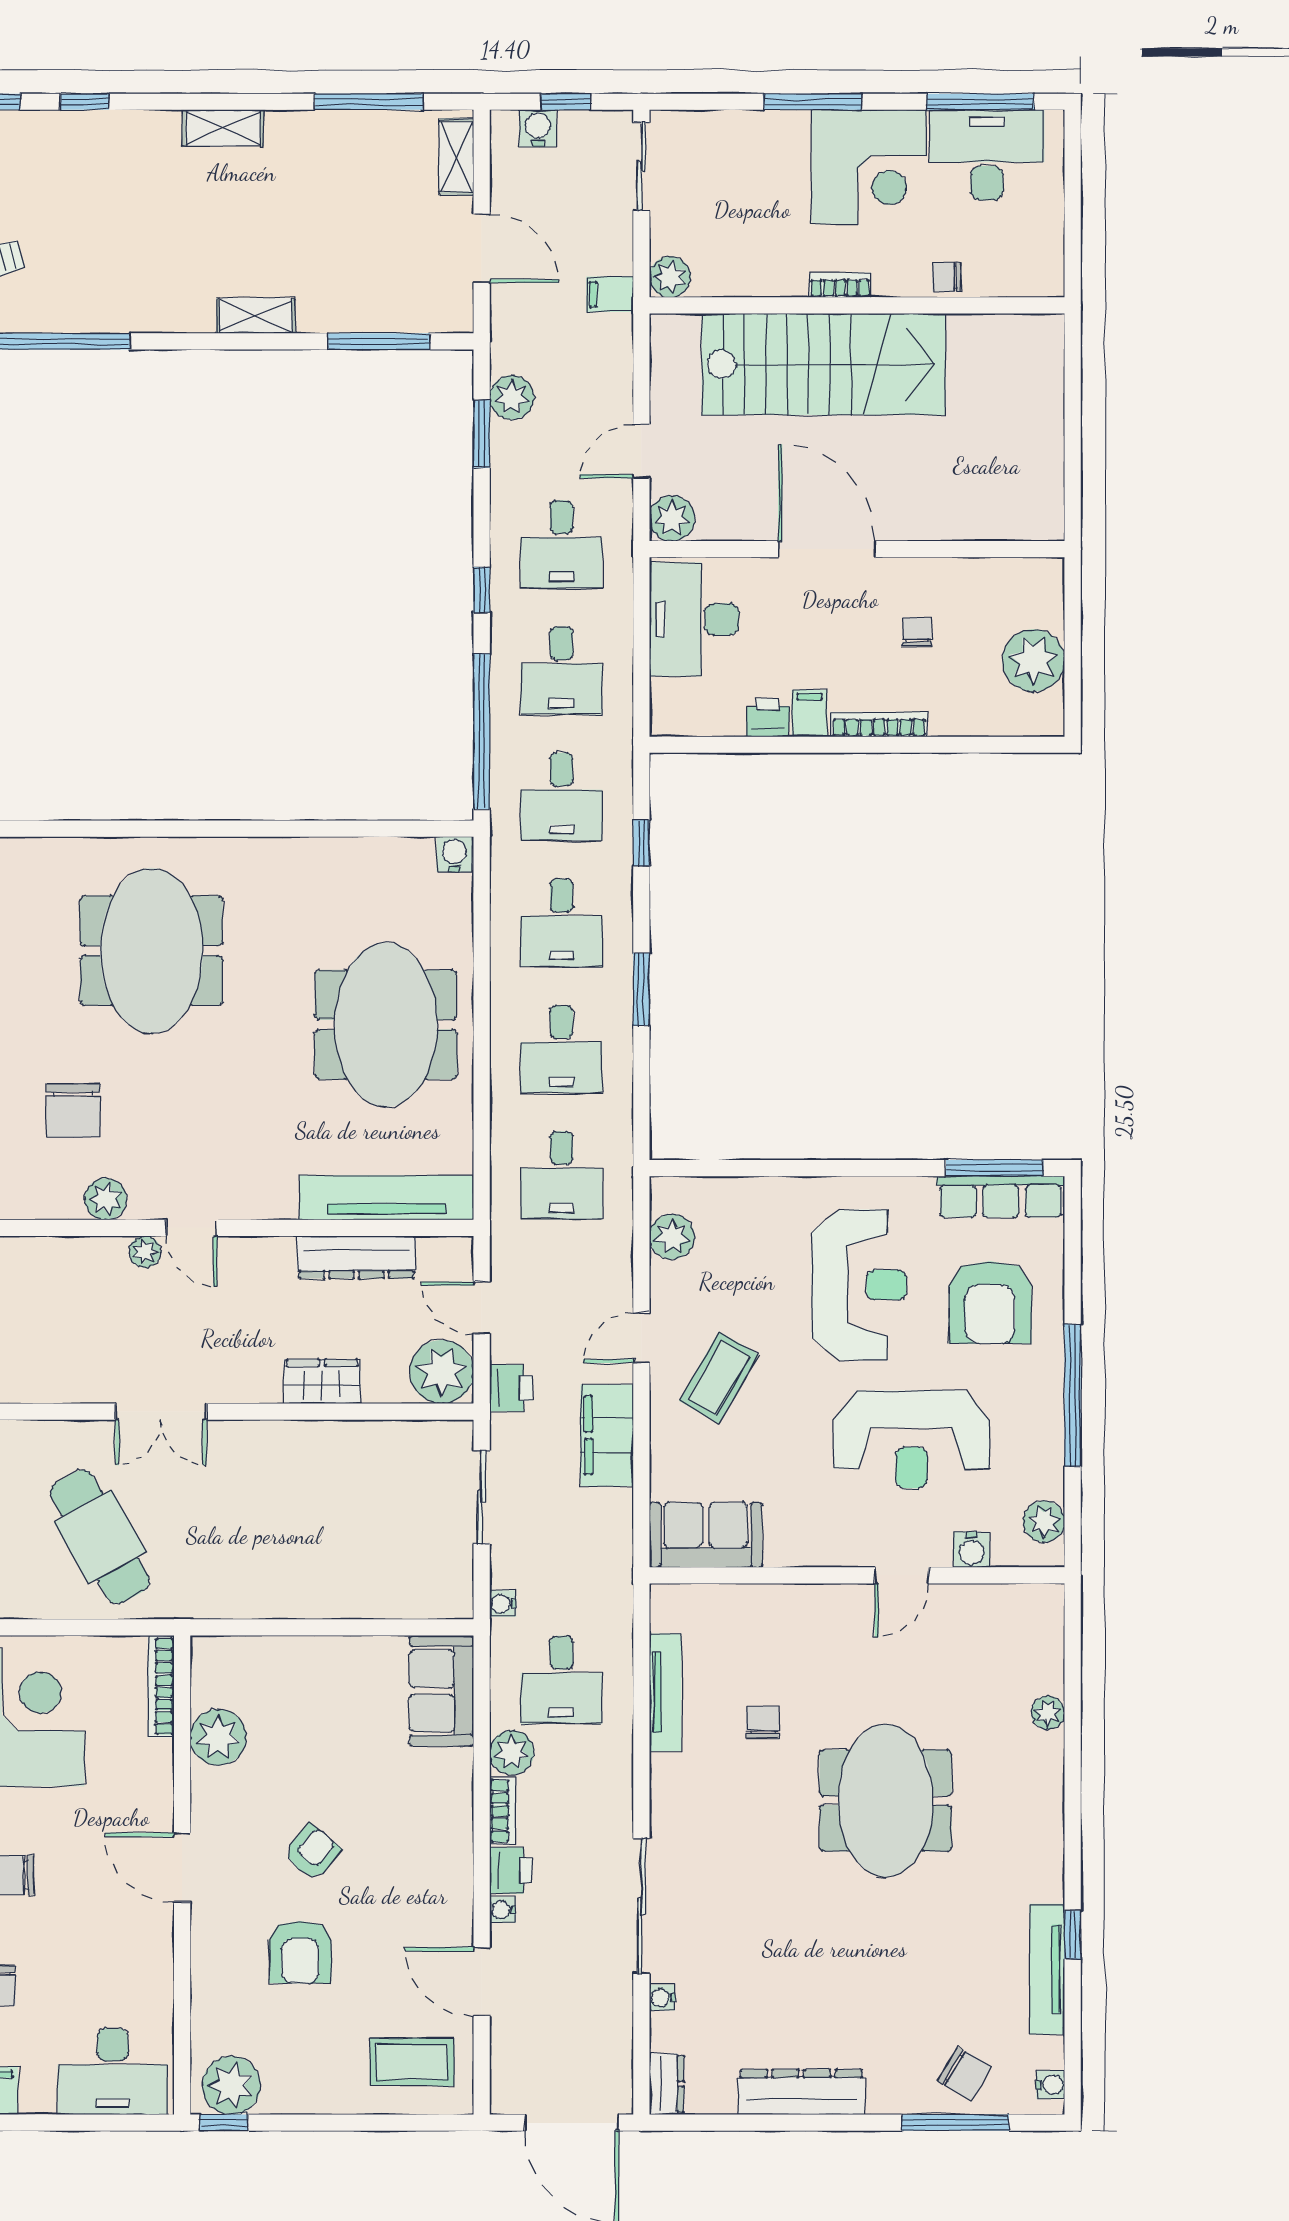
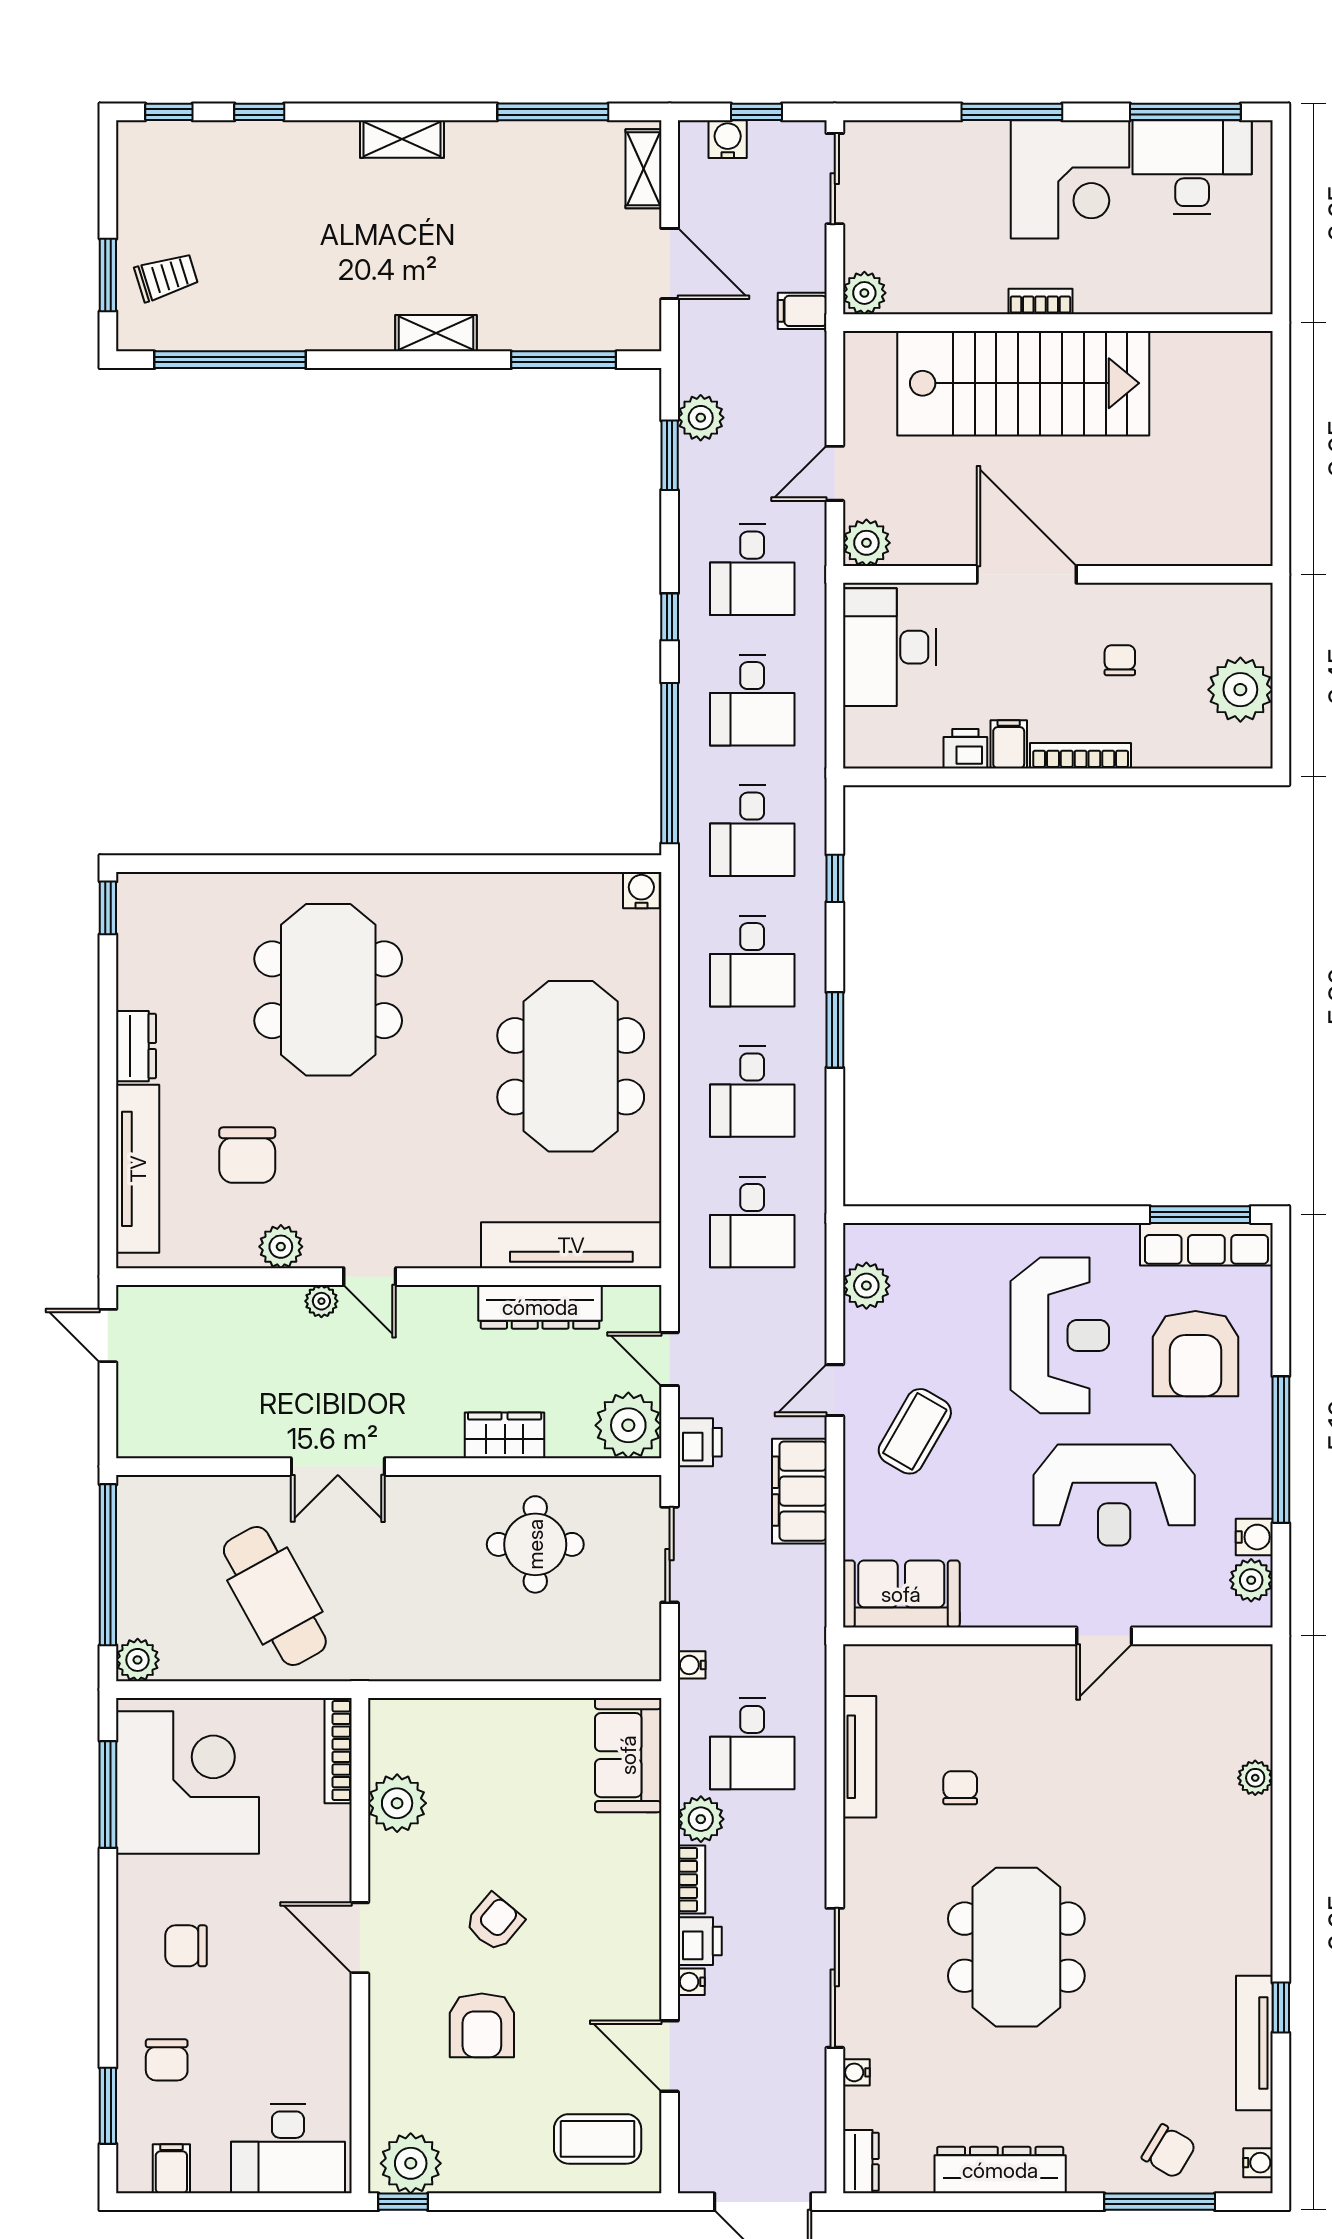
chair: (947, 277) -> (1151, 293), removed
round table: (352, 1487) -> (535, 1544), added
water cooler: (971, 1550) -> (1254, 1537), moved, turned -90
meeting table: (886, 1801) -> (1016, 1947), moved

